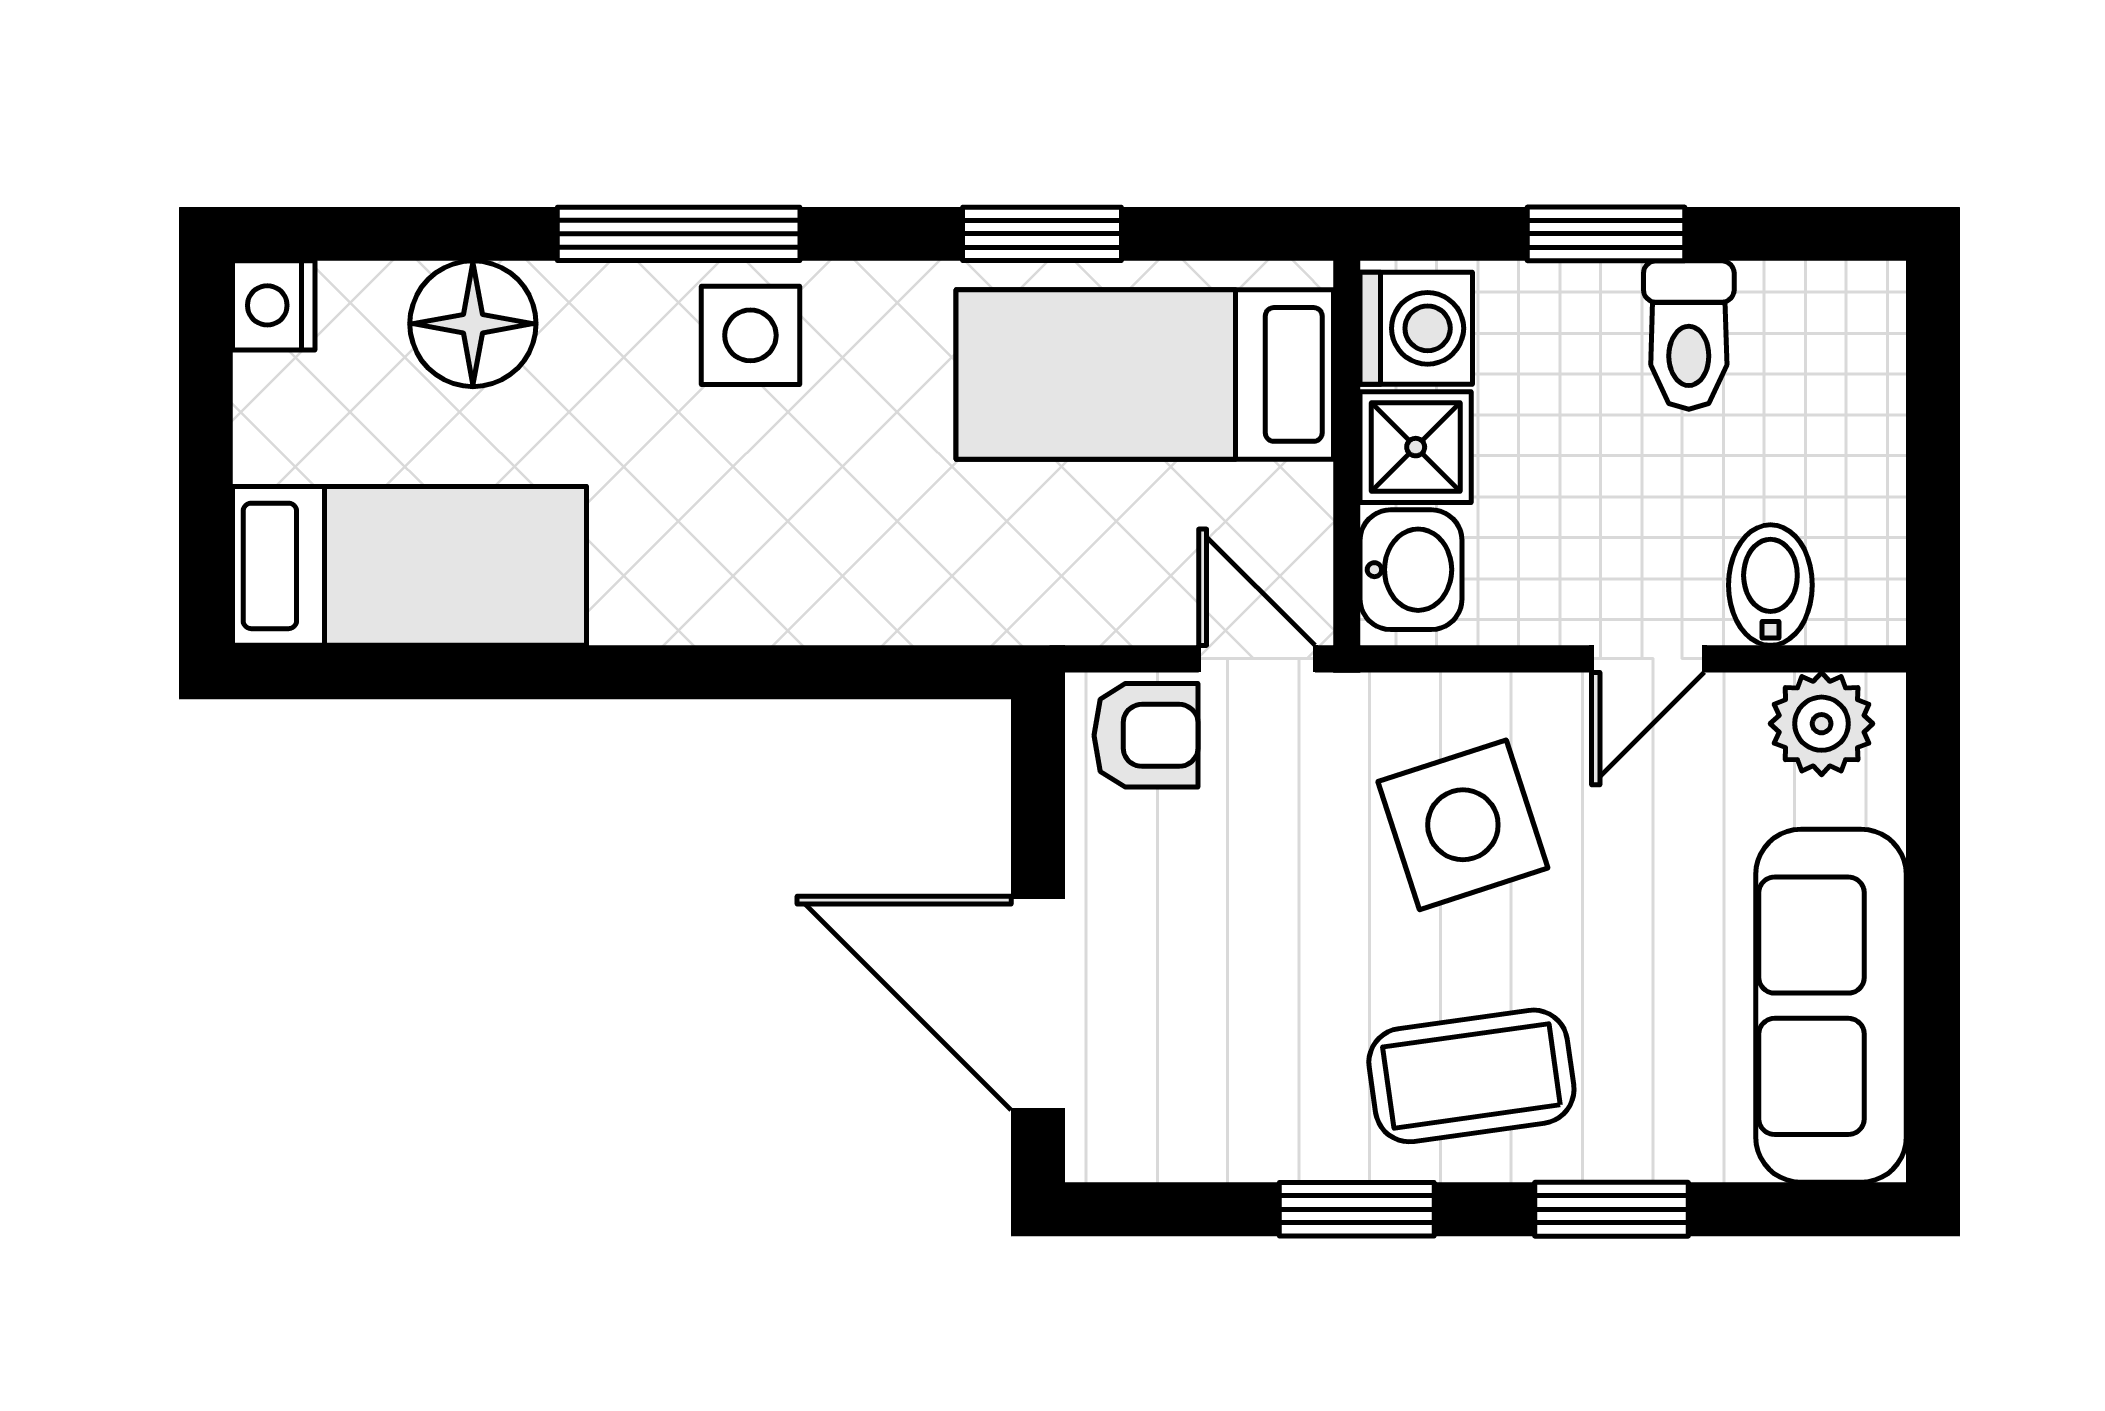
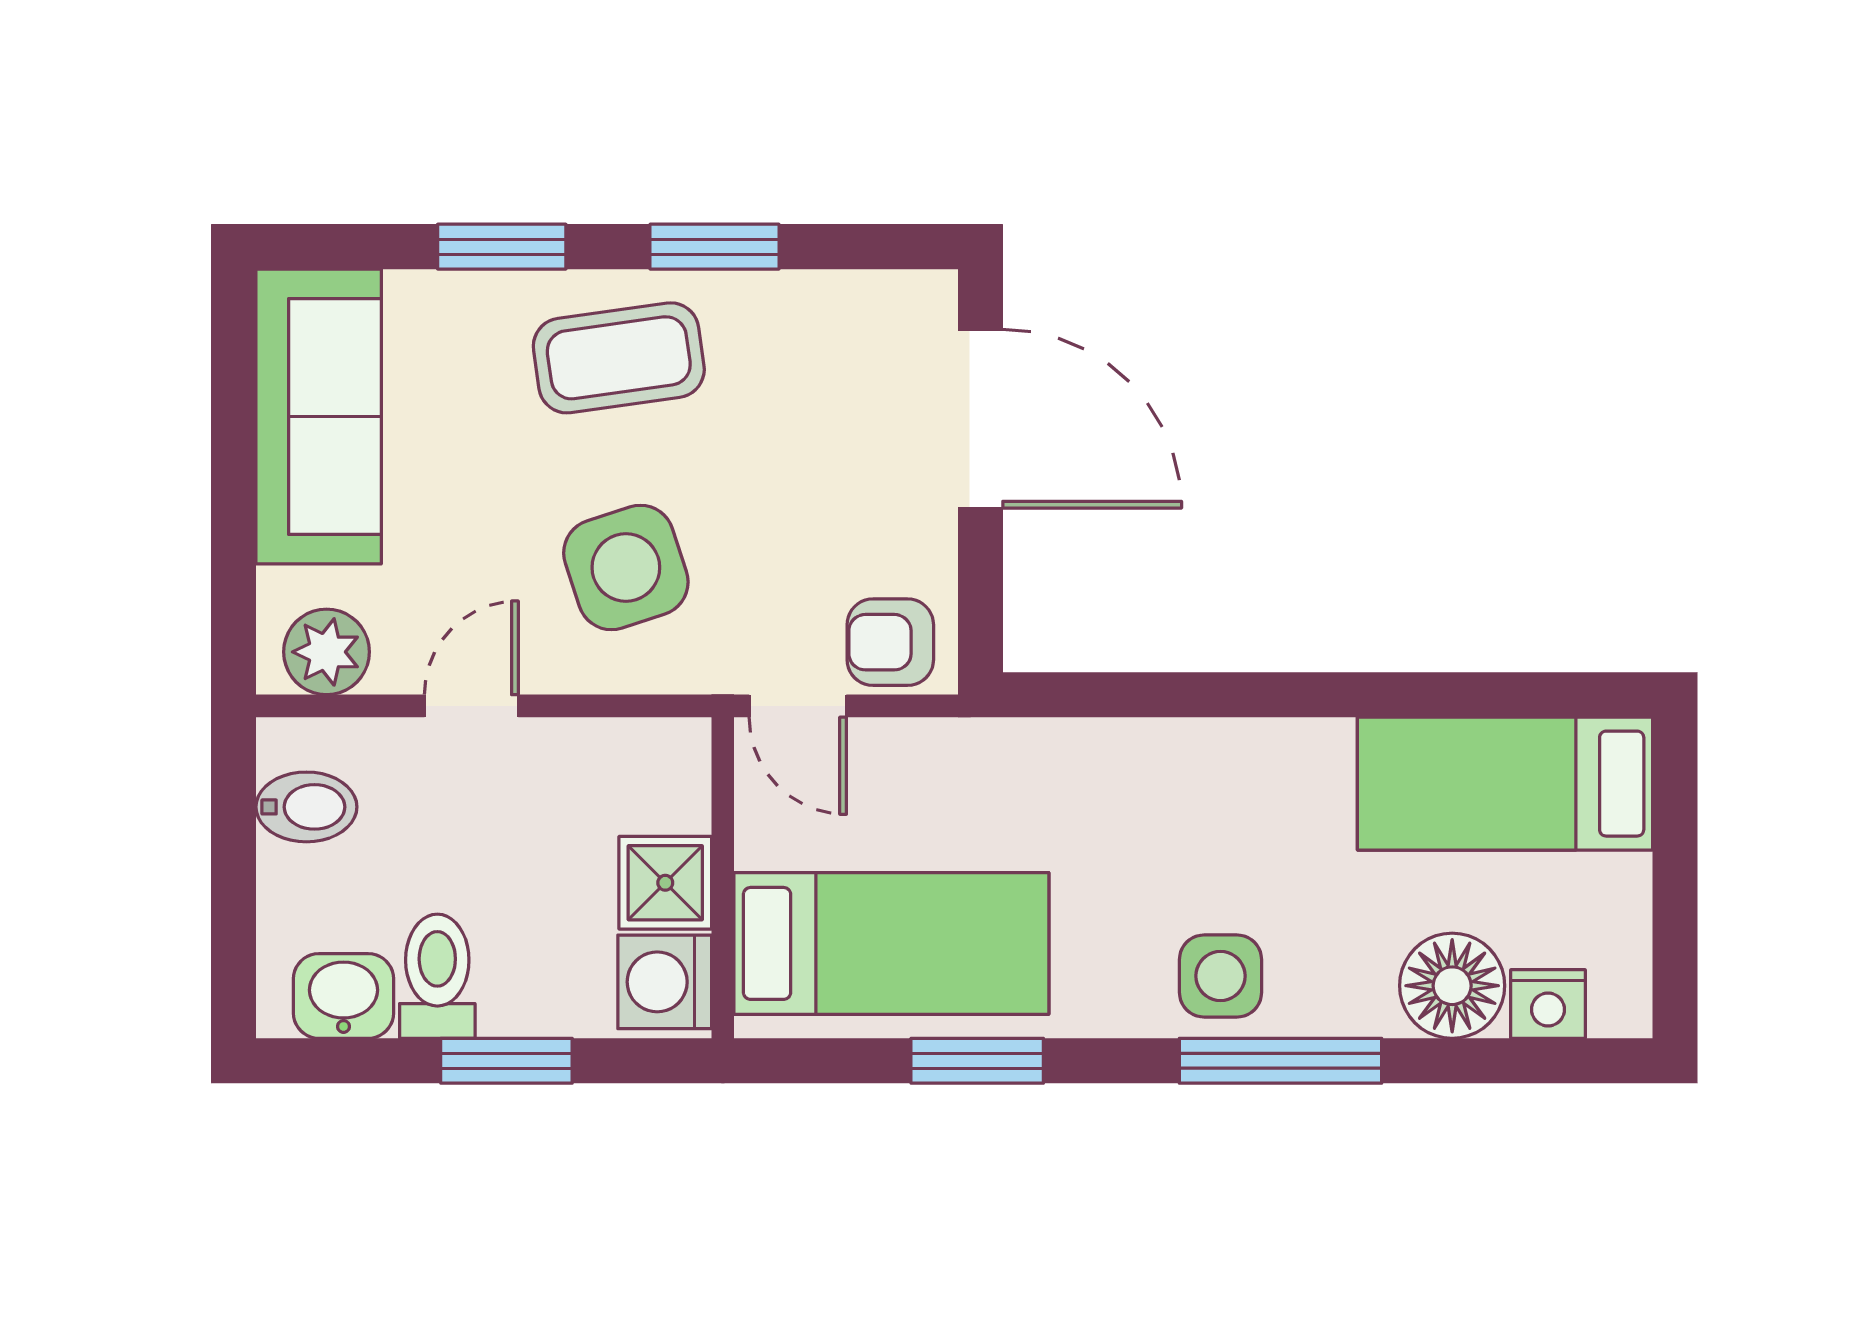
nightstand: (274, 305) -> (1548, 1004), moved, turned 90
washbasin: (1411, 570) -> (344, 996), moved, turned 90
bidet: (1770, 585) -> (306, 807), moved, turned -90

